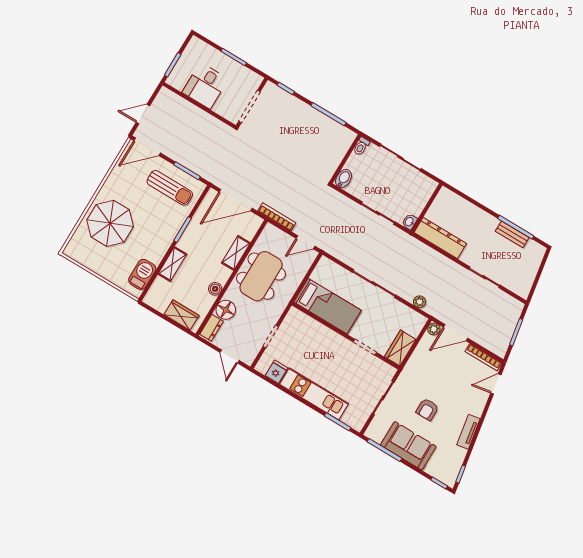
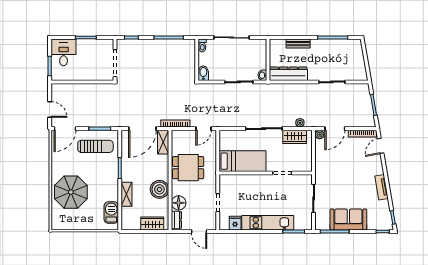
desk: (205, 86) -> (64, 52), moved, turned 180
door: (143, 114) -> (50, 109), swing flipped
bench: (512, 234) -> (298, 44), moved
shelving: (236, 253) -> (163, 142), moved
dining table: (261, 276) -> (188, 168), width x0.73
boiler: (215, 289) -> (159, 189), width x1.86, depth x1.86
wardrobe: (400, 348) -> (295, 137), moved, turned -90
armchair: (427, 409) -> (347, 189), removed

